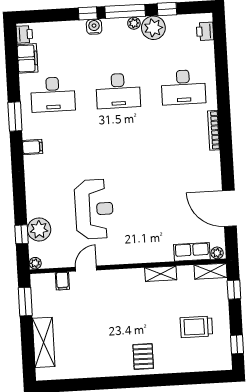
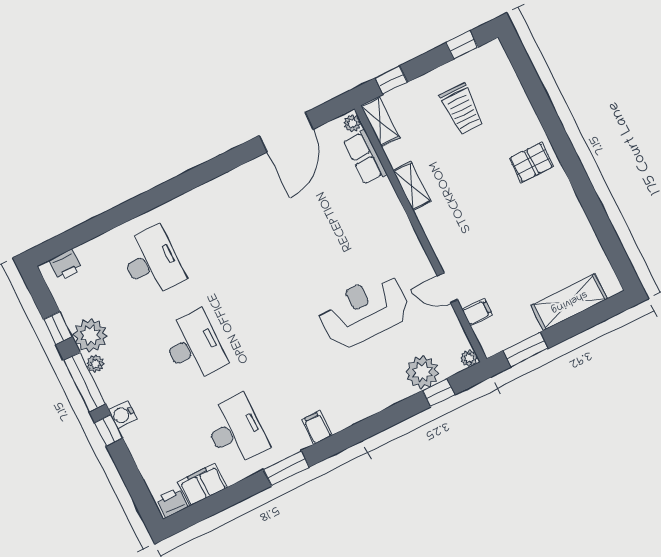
bookcase: (214, 130) -> (192, 197), removed

